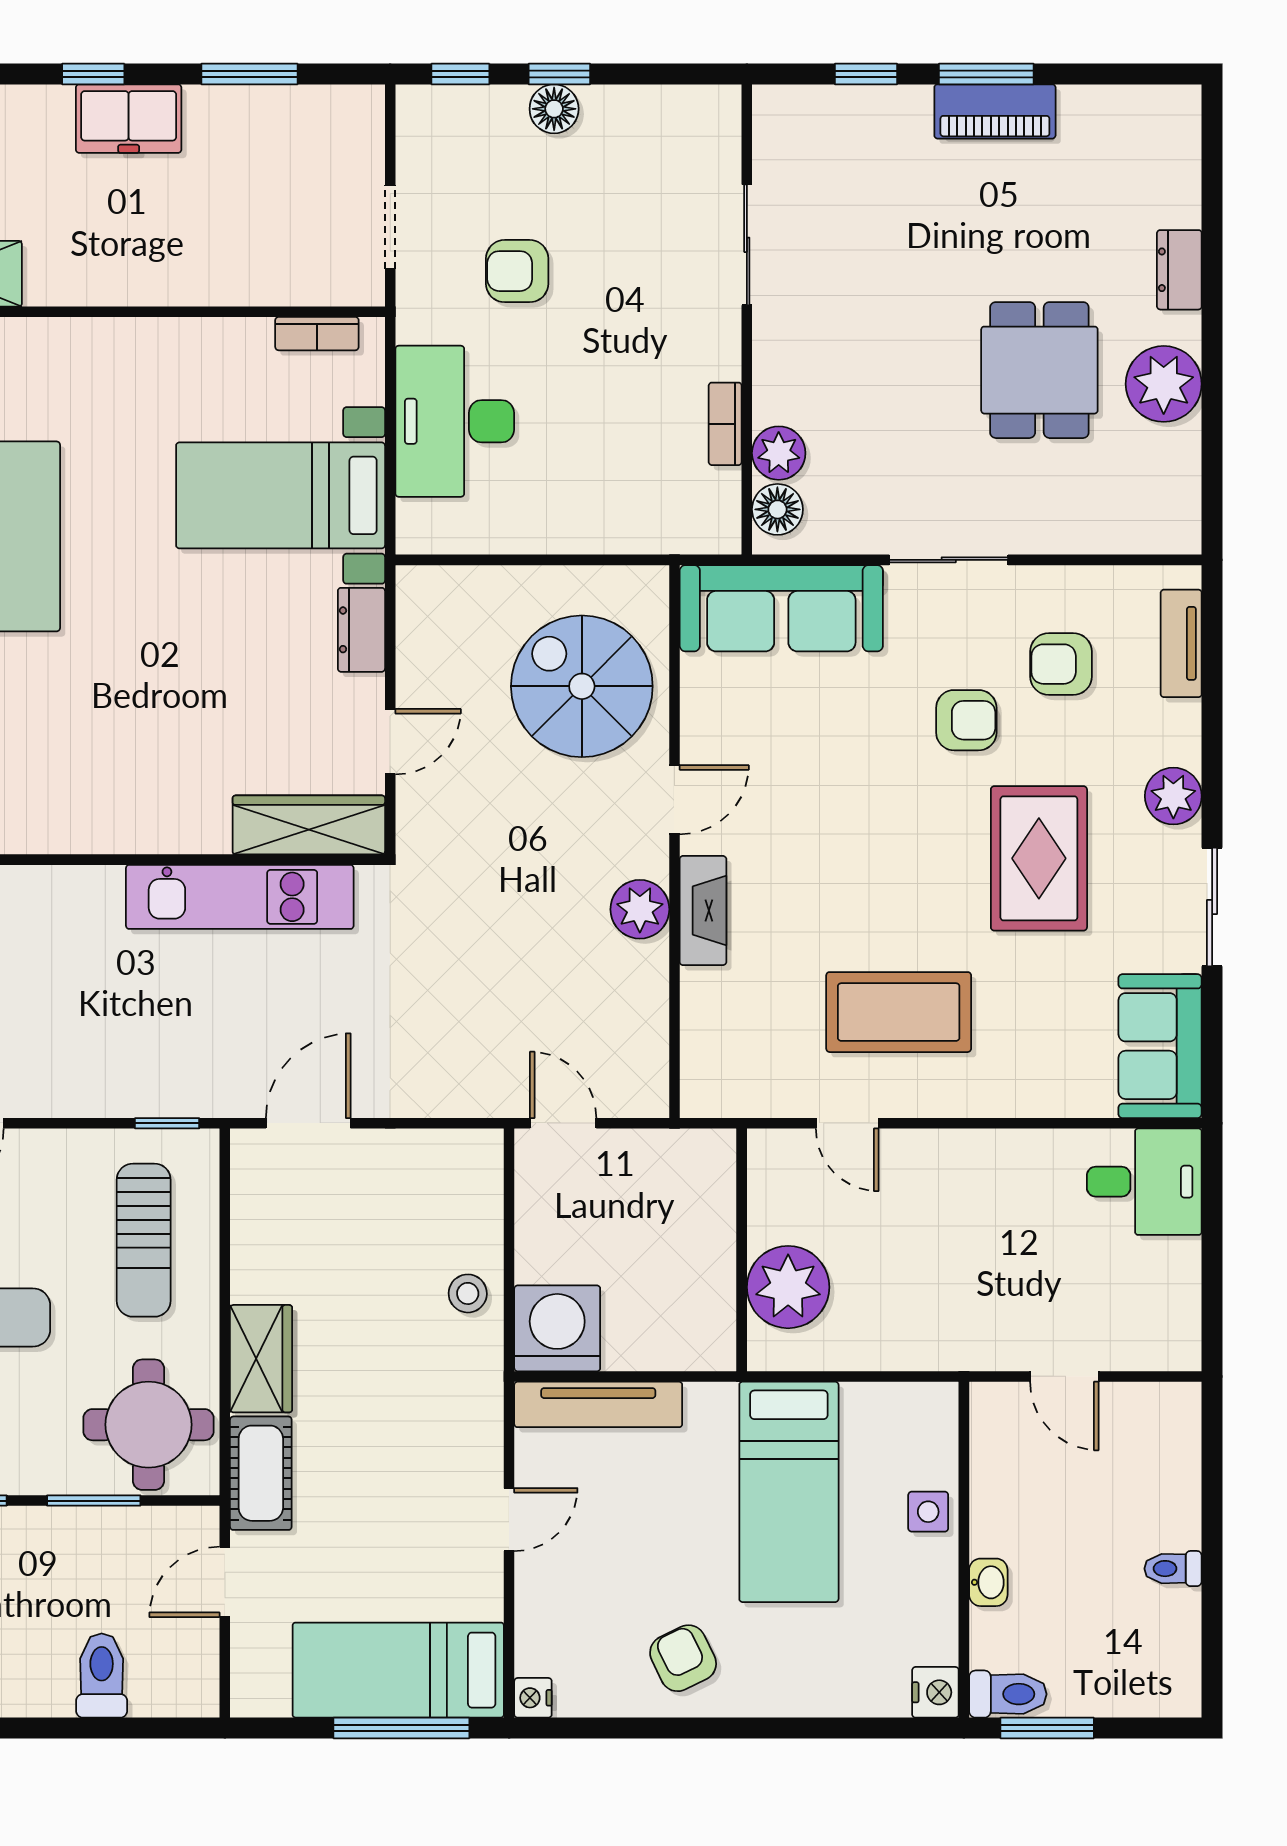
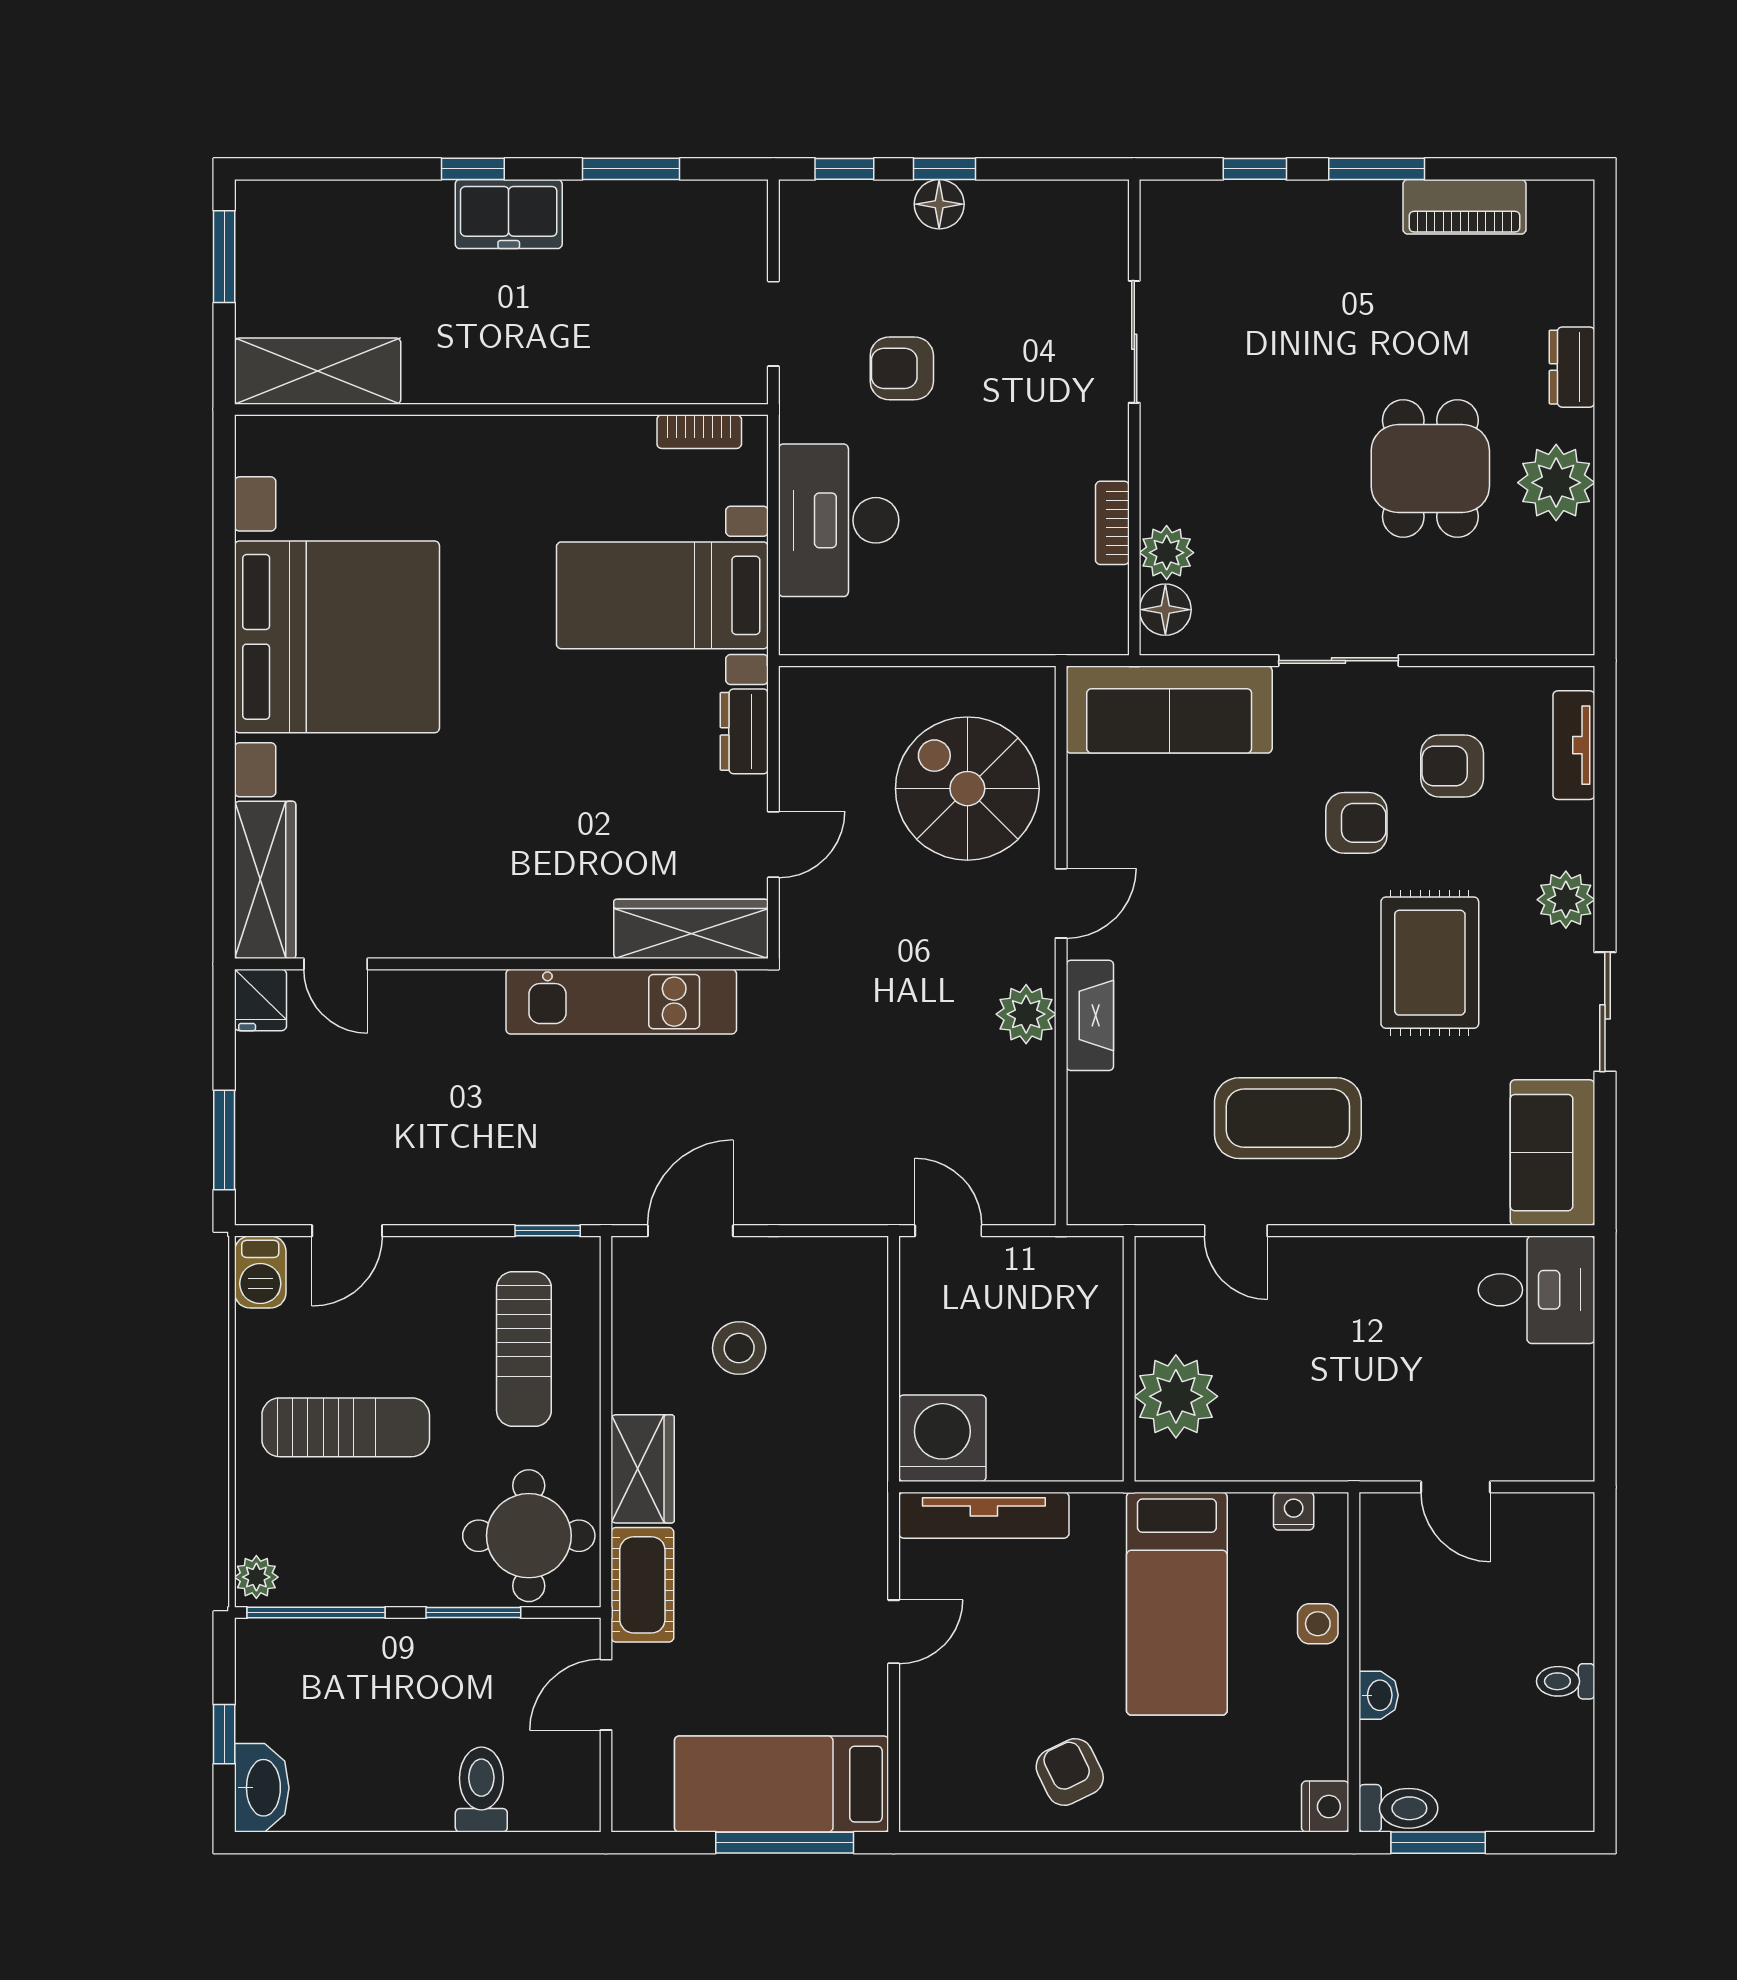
piano: (995, 111) -> (1464, 207), moved
stool: (468, 1293) -> (739, 1348), moved, width x1.37, depth x1.37
nightstand: (533, 1698) -> (1294, 1511), moved, turned 90

